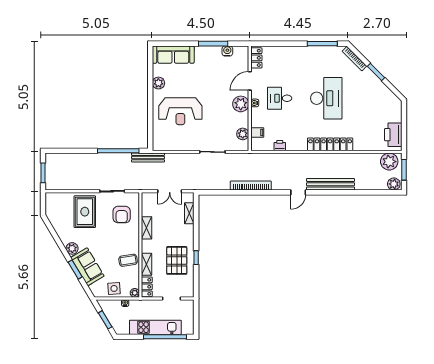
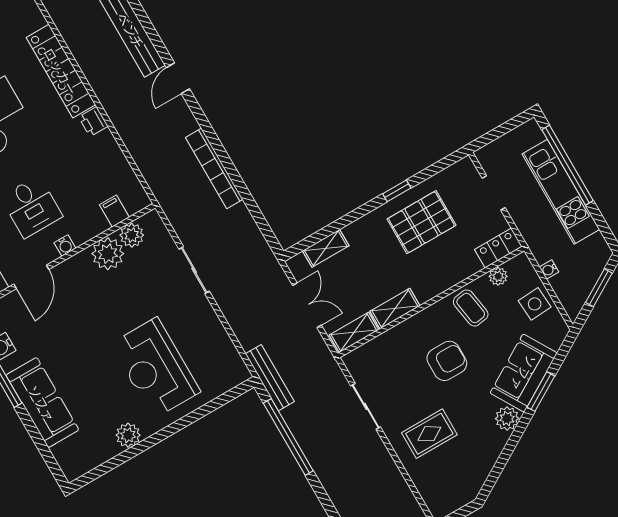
sofa: (173, 55) -> (42, 403), moved
door: (250, 81) -> (31, 277), hinge flipped
plant: (241, 104) -> (108, 254), moved
reception desk: (180, 111) -> (155, 368), turned 180
printer: (280, 146) -> (93, 122), moved
door: (298, 192) -> (178, 78), swing flipped
rug: (85, 212) -> (429, 434), width x0.73, depth x0.70
armchair: (122, 215) -> (447, 361), moved
shelving: (147, 264) -> (354, 332), moved
plant: (135, 293) -> (498, 276), moved

